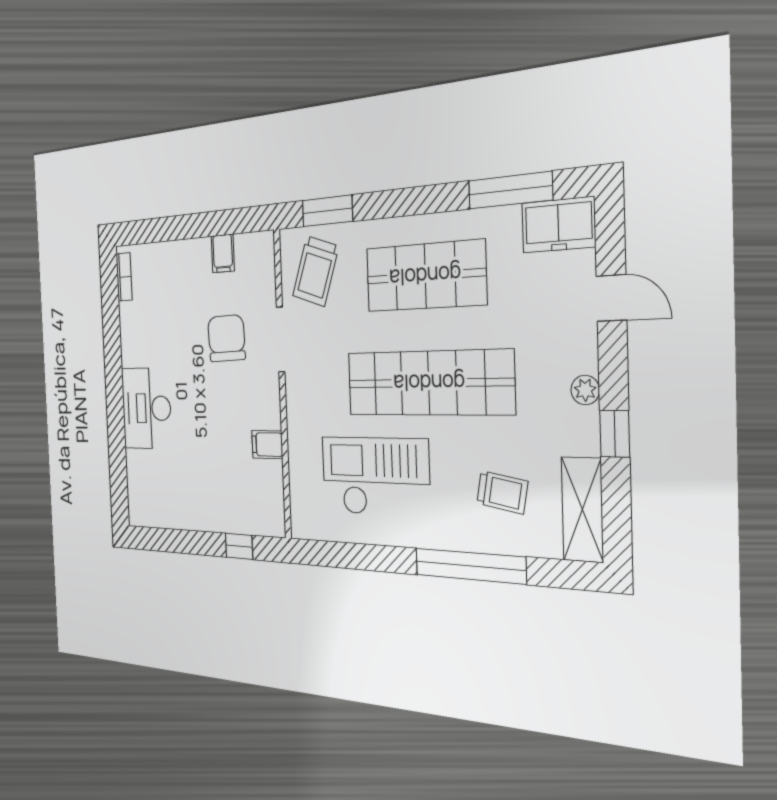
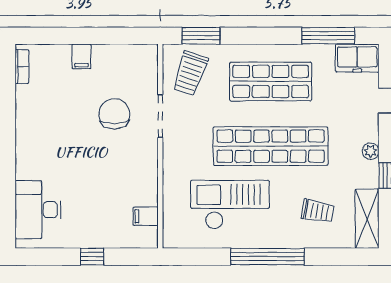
filing cabinet: (223, 253) -> (81, 56), moved
desk: (146, 408) -> (38, 210), moved
filing cabinet: (267, 445) -> (146, 216), moved
window: (239, 546) -> (92, 257), moved
window: (470, 566) -> (268, 257), moved

